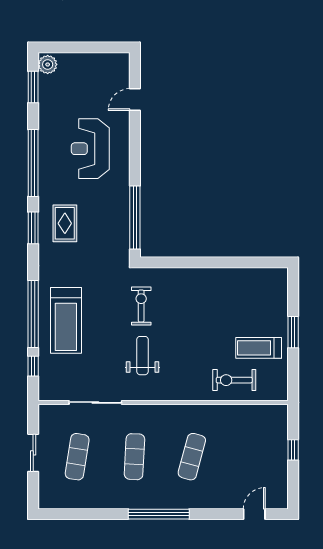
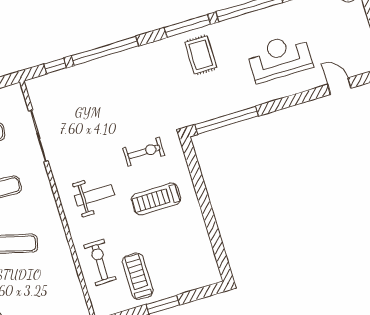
rug: (65, 223) -> (201, 55), turned 90
window: (33, 228) -> (187, 26), width x1.44
treadmill: (66, 320) -> (156, 199), moved, width x0.73, depth x0.73
weight bench: (143, 356) -> (94, 195), moved

